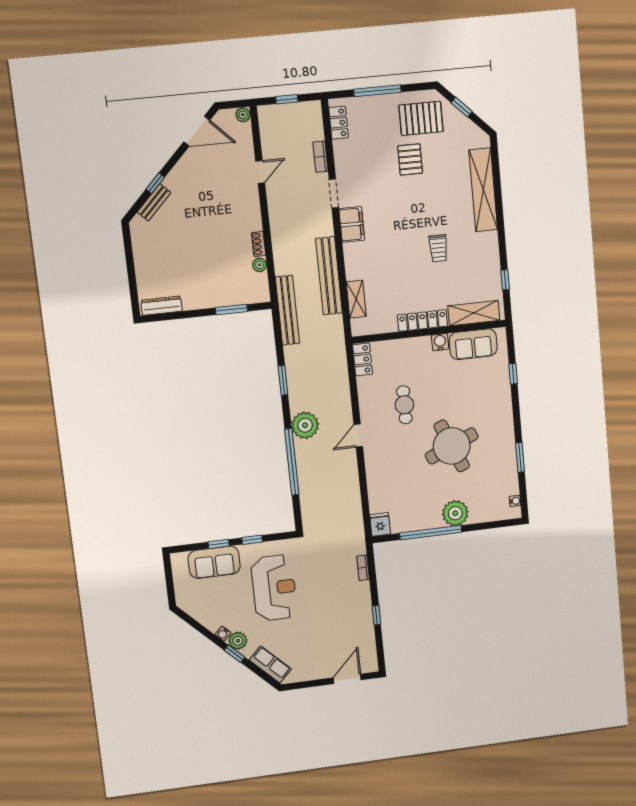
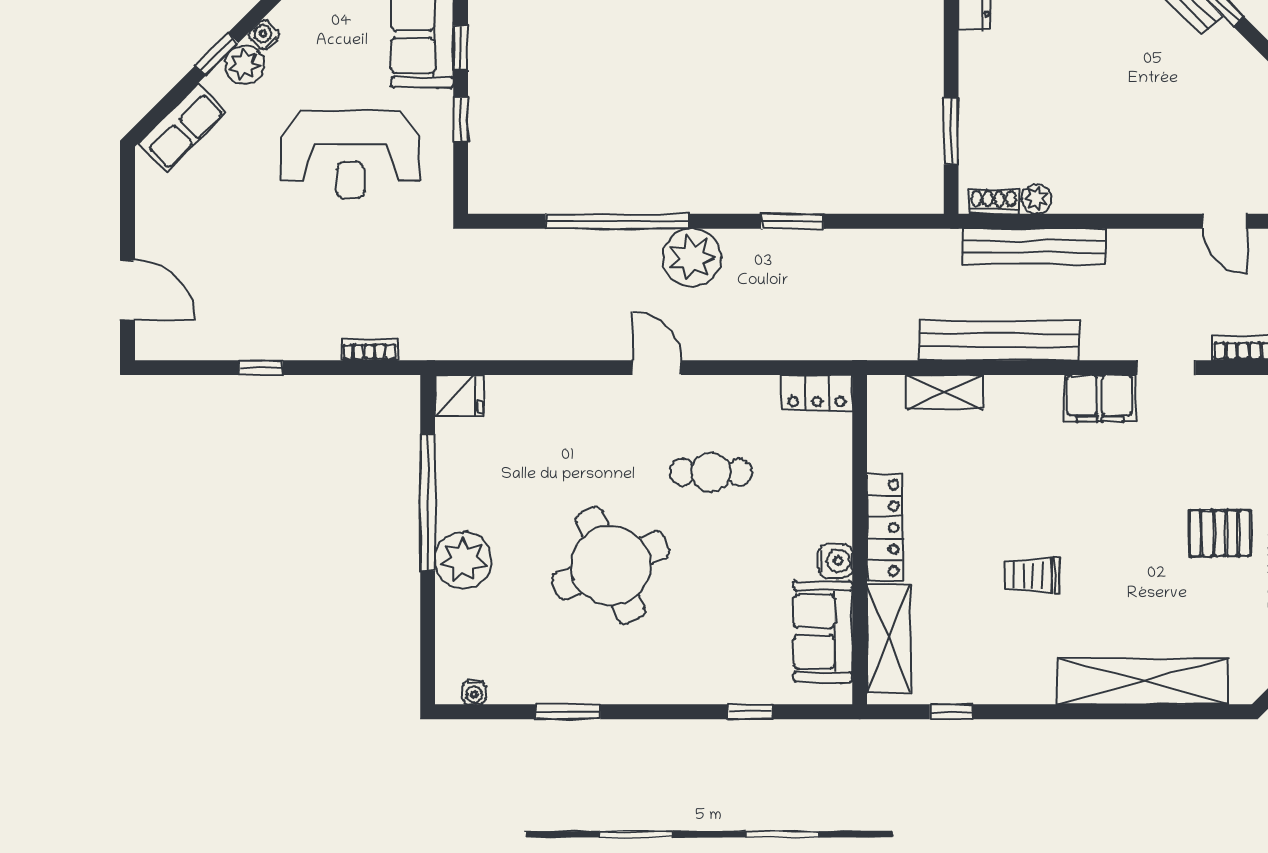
shoe rack: (259, 244) -> (994, 202), moved
bench: (287, 310) -> (1034, 246), moved

